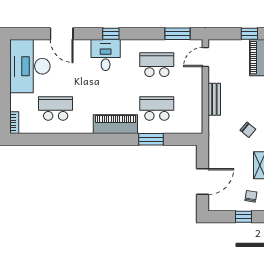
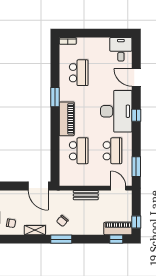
door: (62, 34) -> (136, 77), hinge flipped
desk: (106, 55) -> (116, 111), width x1.87, depth x1.30
desk: (30, 66) -> (121, 49), width x0.53, depth x0.77
window: (151, 139) -> (55, 97), moved
door: (203, 181) -> (38, 186), moved

